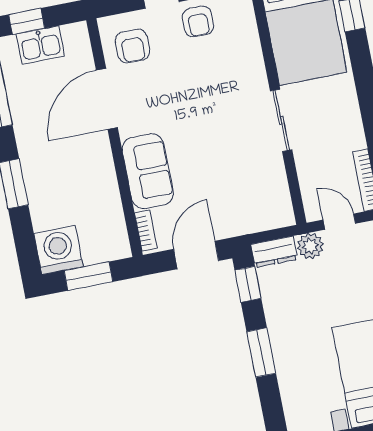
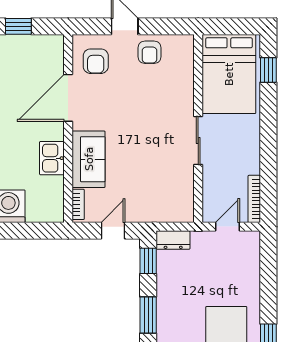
kitchen sink: (40, 45) -> (52, 158), moved, turned 90
door: (339, 222) -> (227, 227), hinge flipped
plant: (310, 246) -> (202, 241), removed
door: (196, 255) -> (113, 231), width x0.73
window: (88, 276) -> (27, 231), removed

